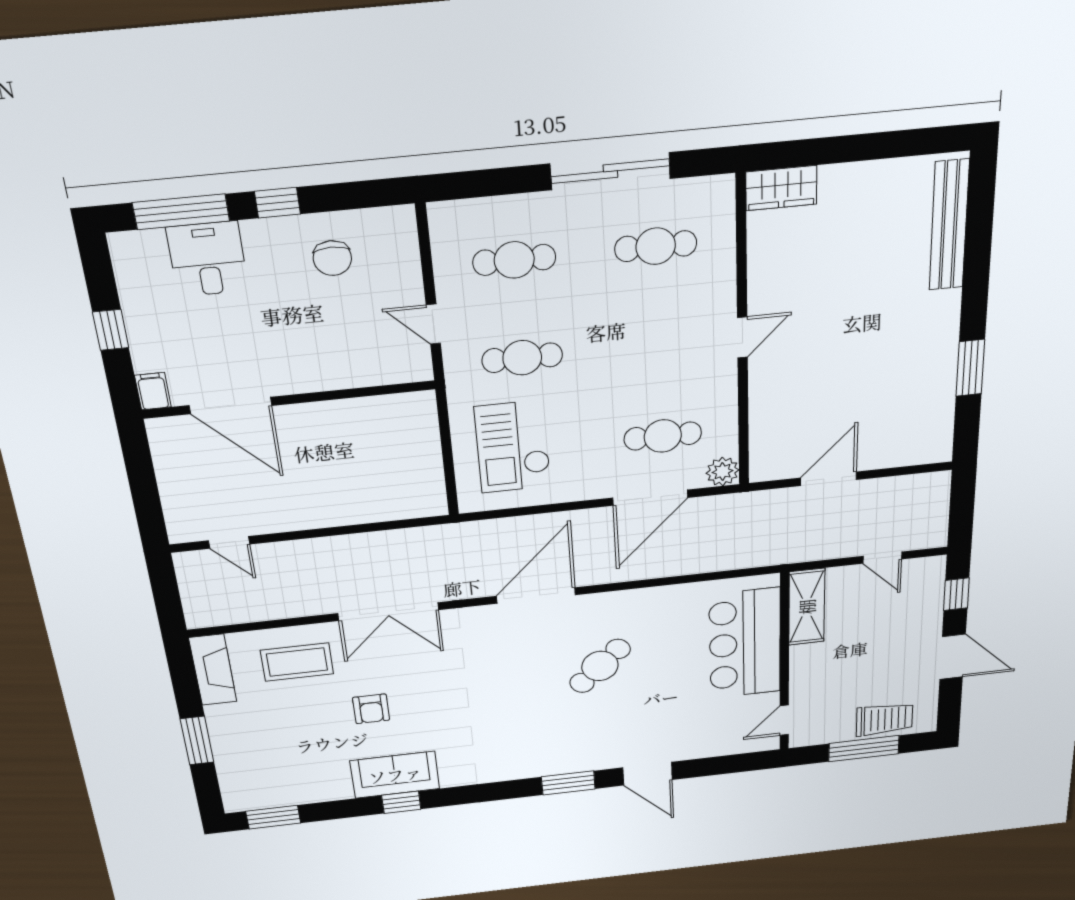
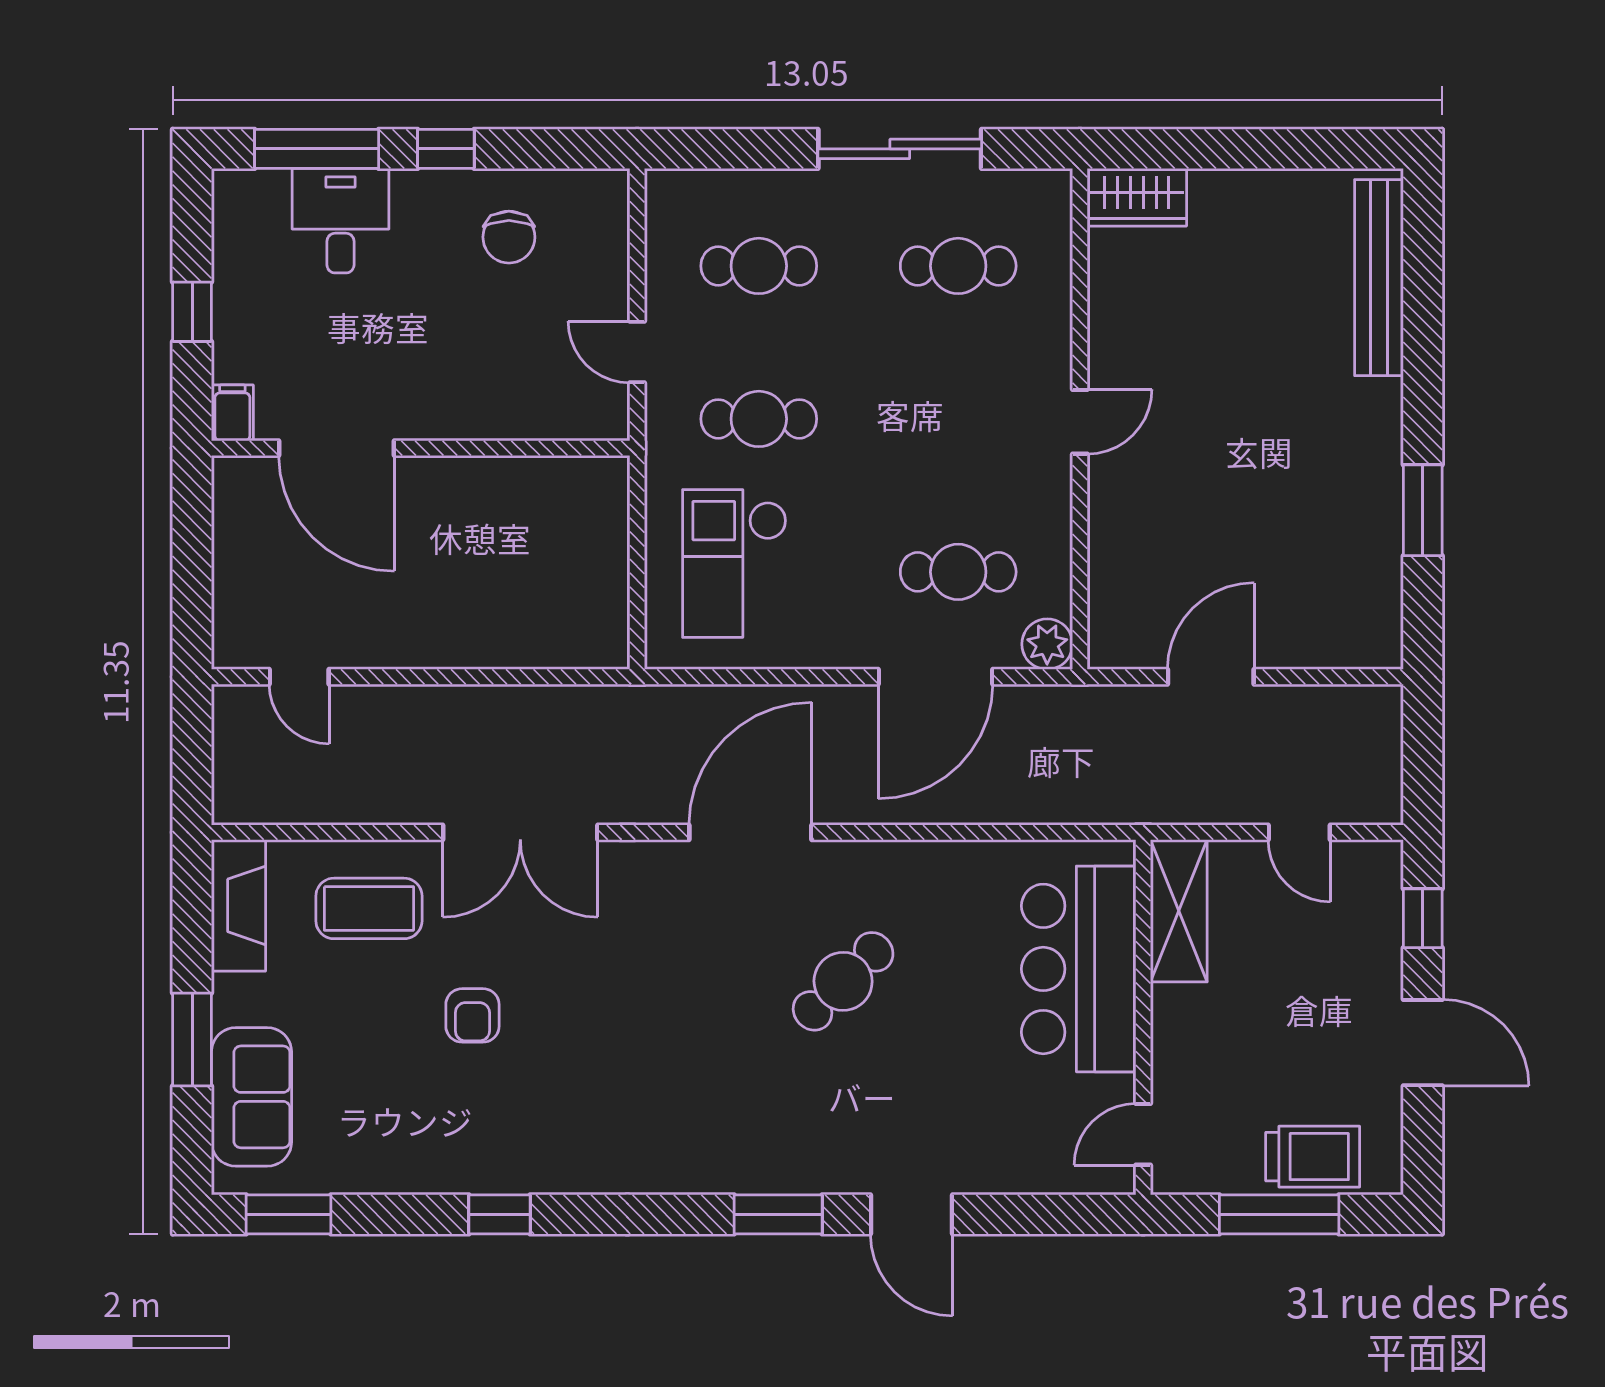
sofa: (395, 775) -> (251, 1097), moved, turned 90

